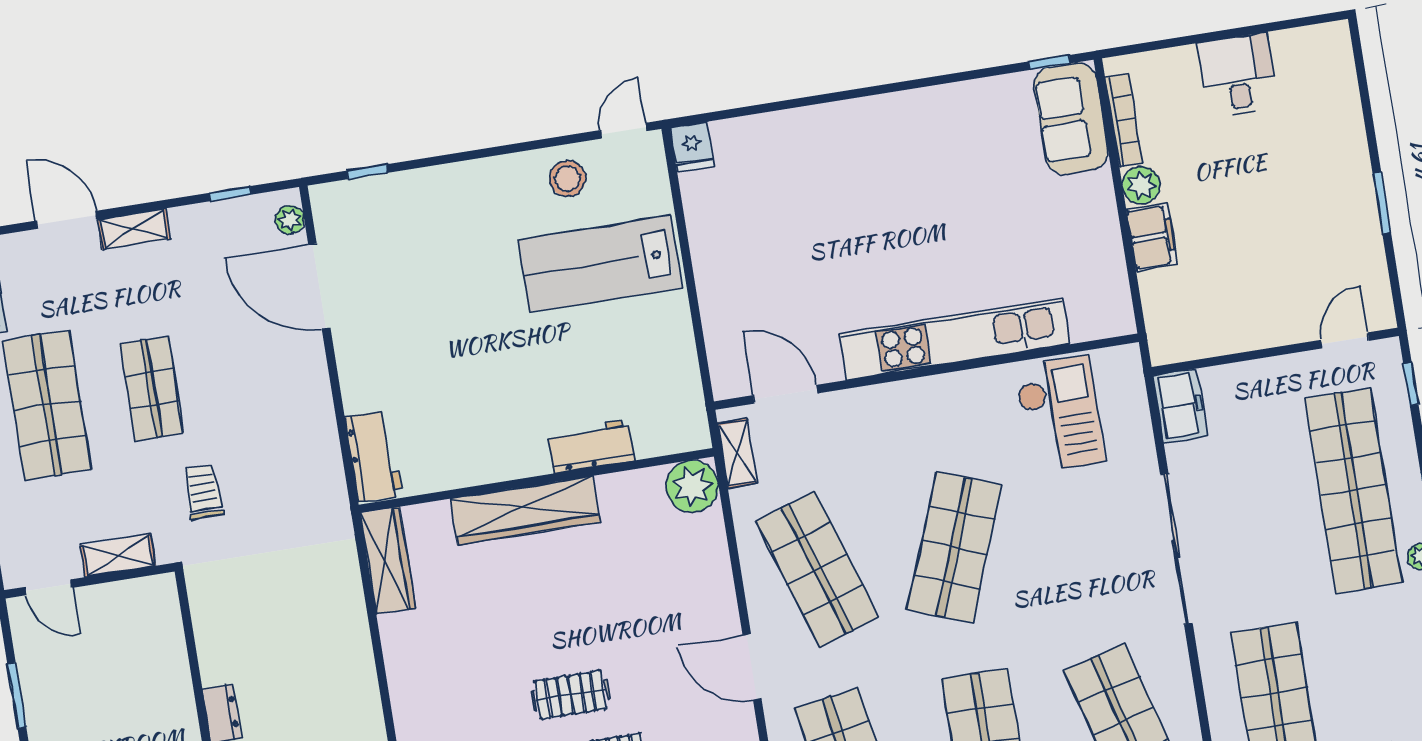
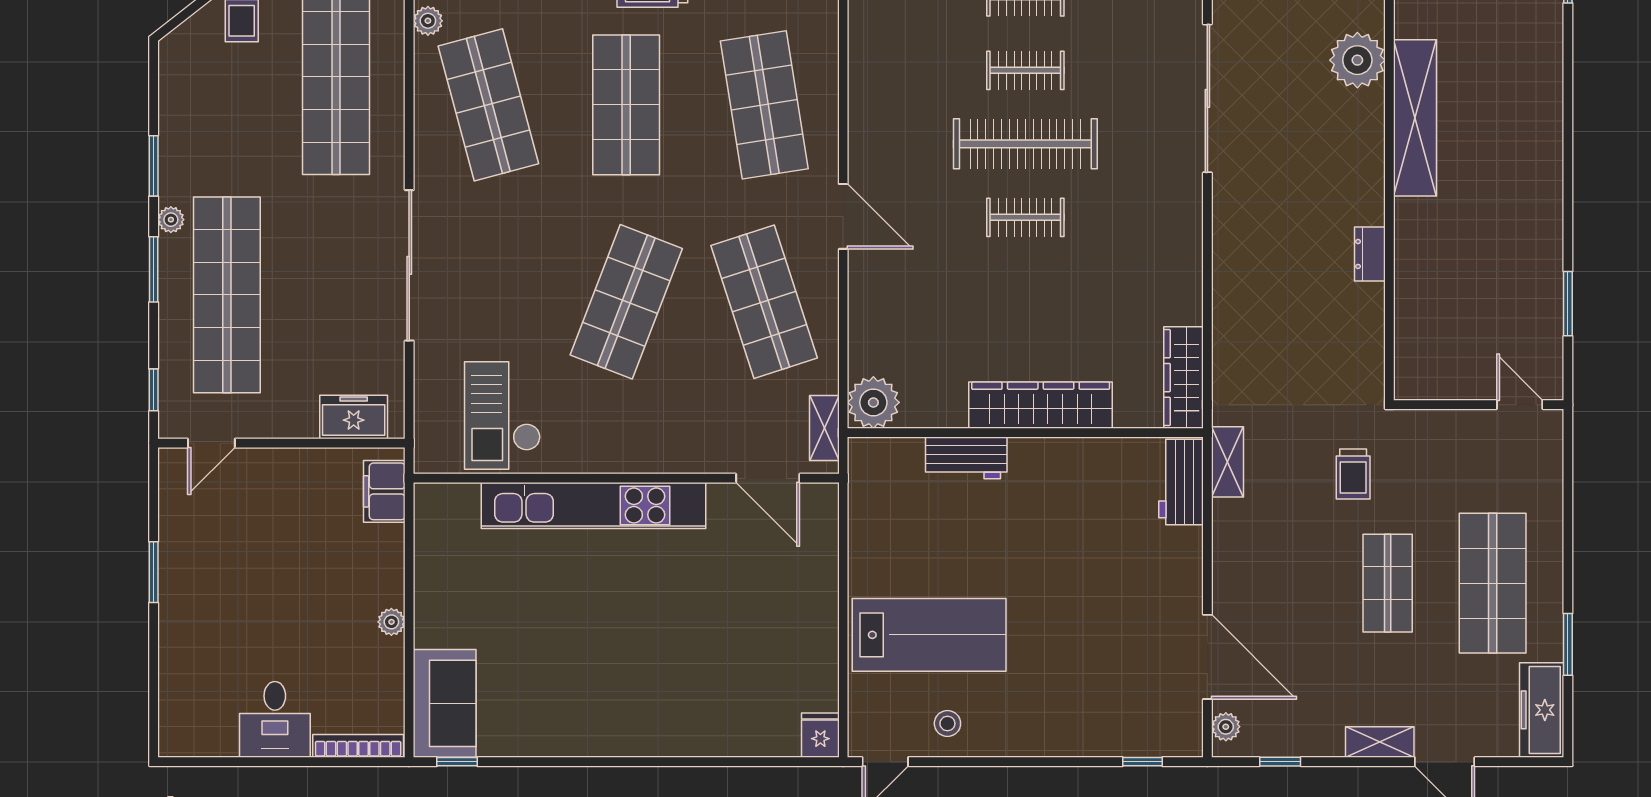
bookcase: (1124, 120) -> (358, 746), moved, turned 90
stool: (567, 179) -> (947, 723), width x0.73, depth x0.73
plant: (1141, 185) -> (391, 622), width x0.73, depth x0.73
filing cabinet: (1152, 237) -> (384, 491), moved
freezer: (1180, 406) -> (354, 417), moved, turned 90
shelving: (118, 556) -> (1227, 462), moved, turned 90

